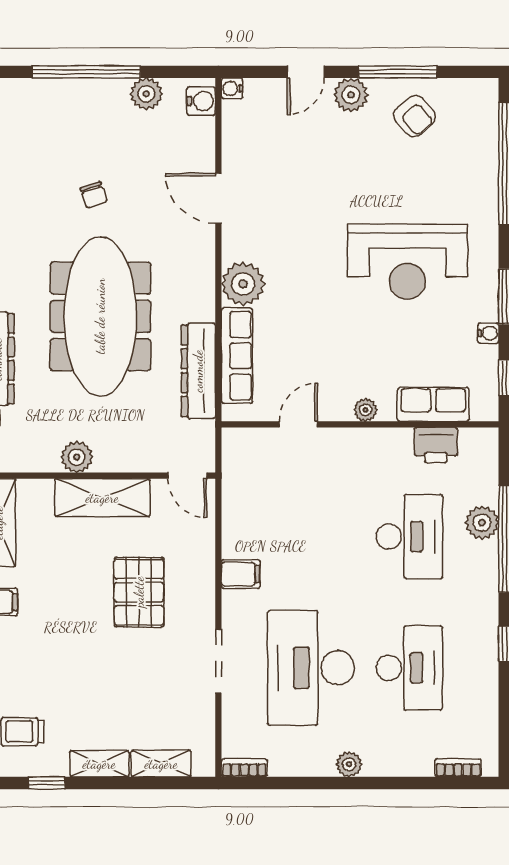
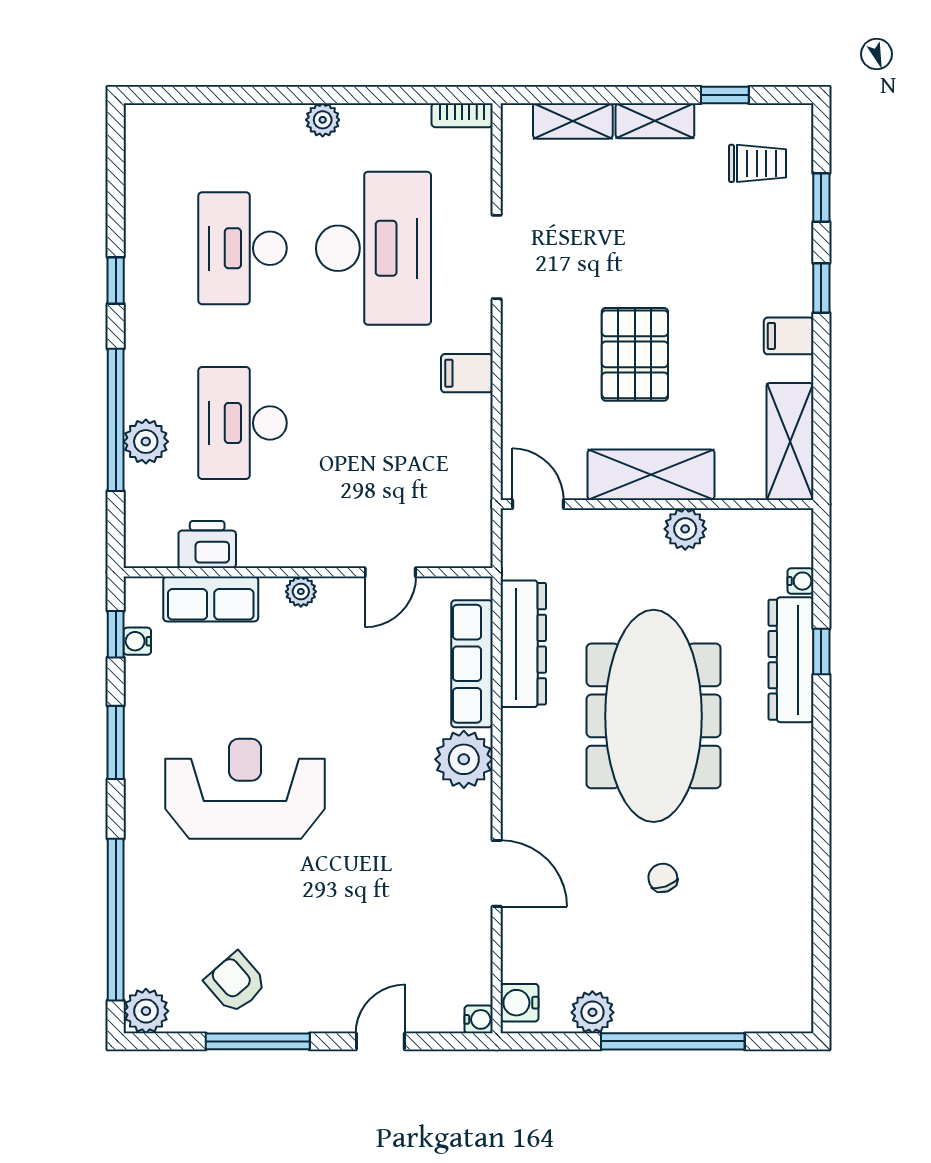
plant: (351, 95) -> (146, 1011), moved
water cooler: (488, 333) -> (137, 641), moved
pallet: (139, 592) -> (635, 354), moved
bookcase: (458, 768) -> (178, 115), removed

